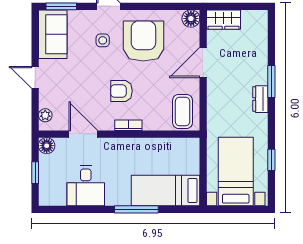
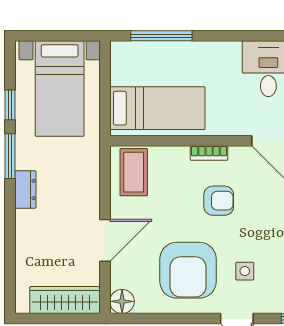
wardrobe: (223, 20) -> (65, 300), width x1.50
window: (271, 82) -> (10, 156), moved
bed: (165, 191) -> (157, 108), moved
window: (136, 209) -> (161, 36), moved

